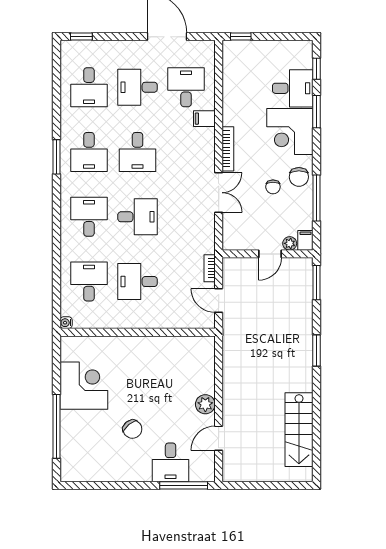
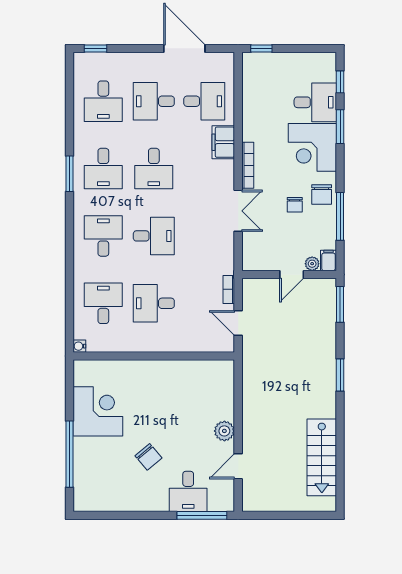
desk: (186, 87) -> (204, 101), turned 90
filing cabinet: (204, 119) -> (223, 142), width x2.00

